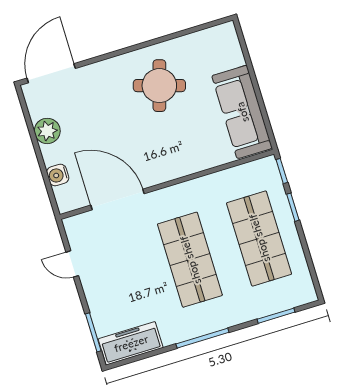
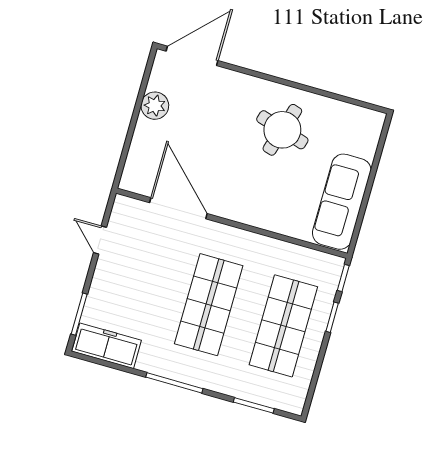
water cooler: (58, 175) -> (139, 151), removed

